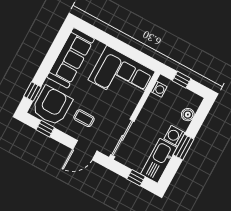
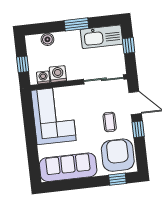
armchair: (52, 106) -> (118, 155), turned 90
window: (45, 129) -> (138, 129), moved
washing machine: (174, 136) -> (58, 74), moved, turned 180

